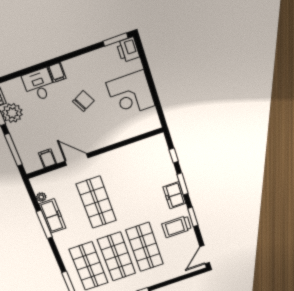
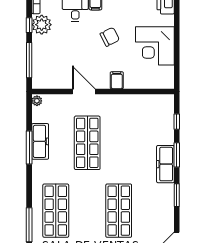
filing cabinet: (47, 158) -> (117, 80), moved
freezer: (174, 195) -> (165, 164), width x1.40
plant: (41, 197) -> (37, 101), moved
trolley: (177, 227) -> (157, 200), removed
shop shelf: (117, 257) -> (87, 211), removed

